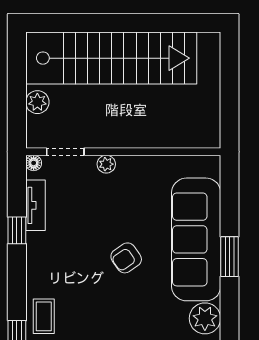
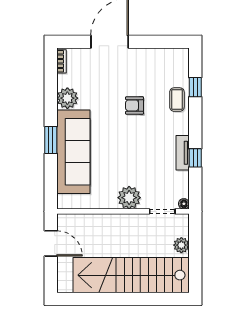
door: (230, 105) -> (51, 243), added
plant: (106, 164) -> (129, 198), width x1.88, depth x1.88
tv unit: (35, 205) -> (183, 153), moved
armchair: (126, 258) -> (135, 105), moved, turned -145

